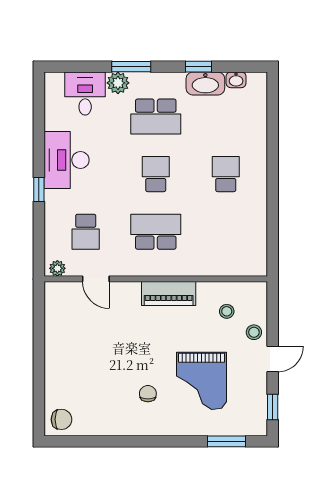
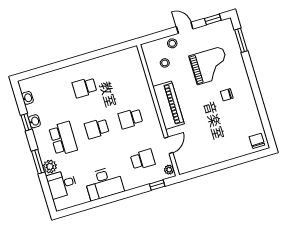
washbasin: (205, 84) -> (34, 121), width x0.52, depth x0.69
window: (39, 190) -> (157, 185), moved
school desk: (156, 232) -> (130, 118), width x0.54
piano: (169, 293) -> (168, 105), width x1.37, depth x1.33

